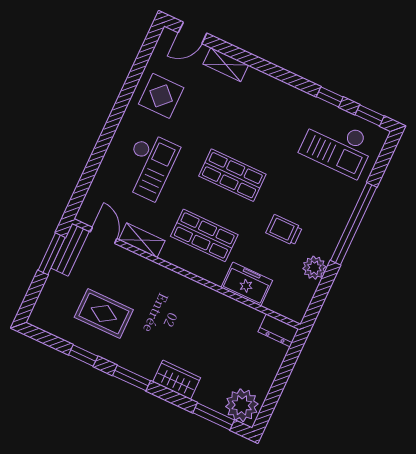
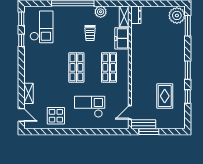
shelving: (142, 240) -> (124, 16), moved
wardrobe: (177, 380) -> (179, 50), removed

